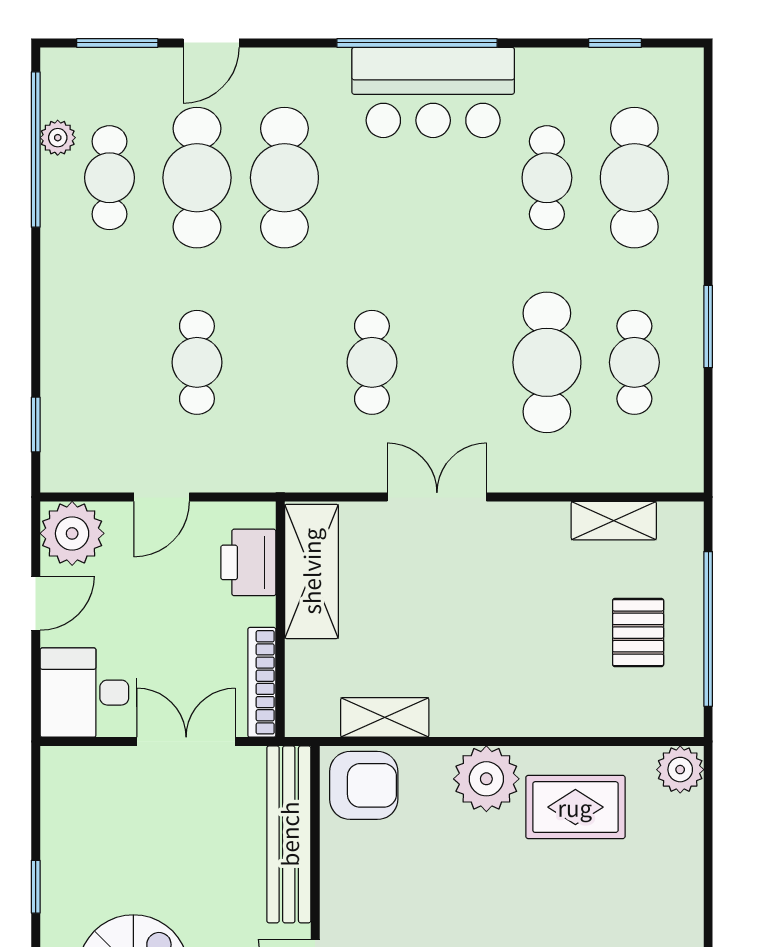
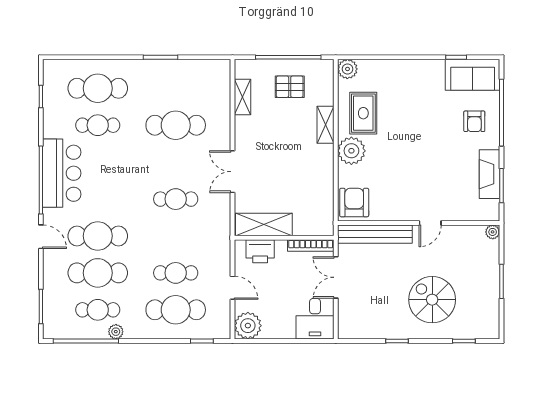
door: (211, 43) -> (41, 237), moved
plant: (58, 138) -> (116, 332), moved
cafe table: (634, 362) -> (176, 310), moved, width x1.37, depth x1.35
door: (36, 603) -> (277, 341), removed
shelving: (385, 717) -> (325, 125), moved

